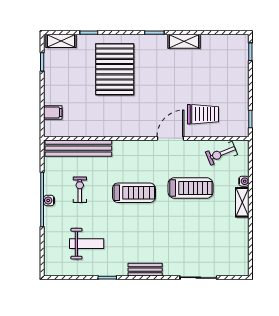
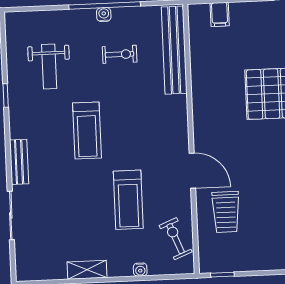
treadmill: (134, 193) -> (87, 131), moved
shelving: (242, 202) -> (87, 270), moved
bench: (145, 270) -> (19, 162), moved

